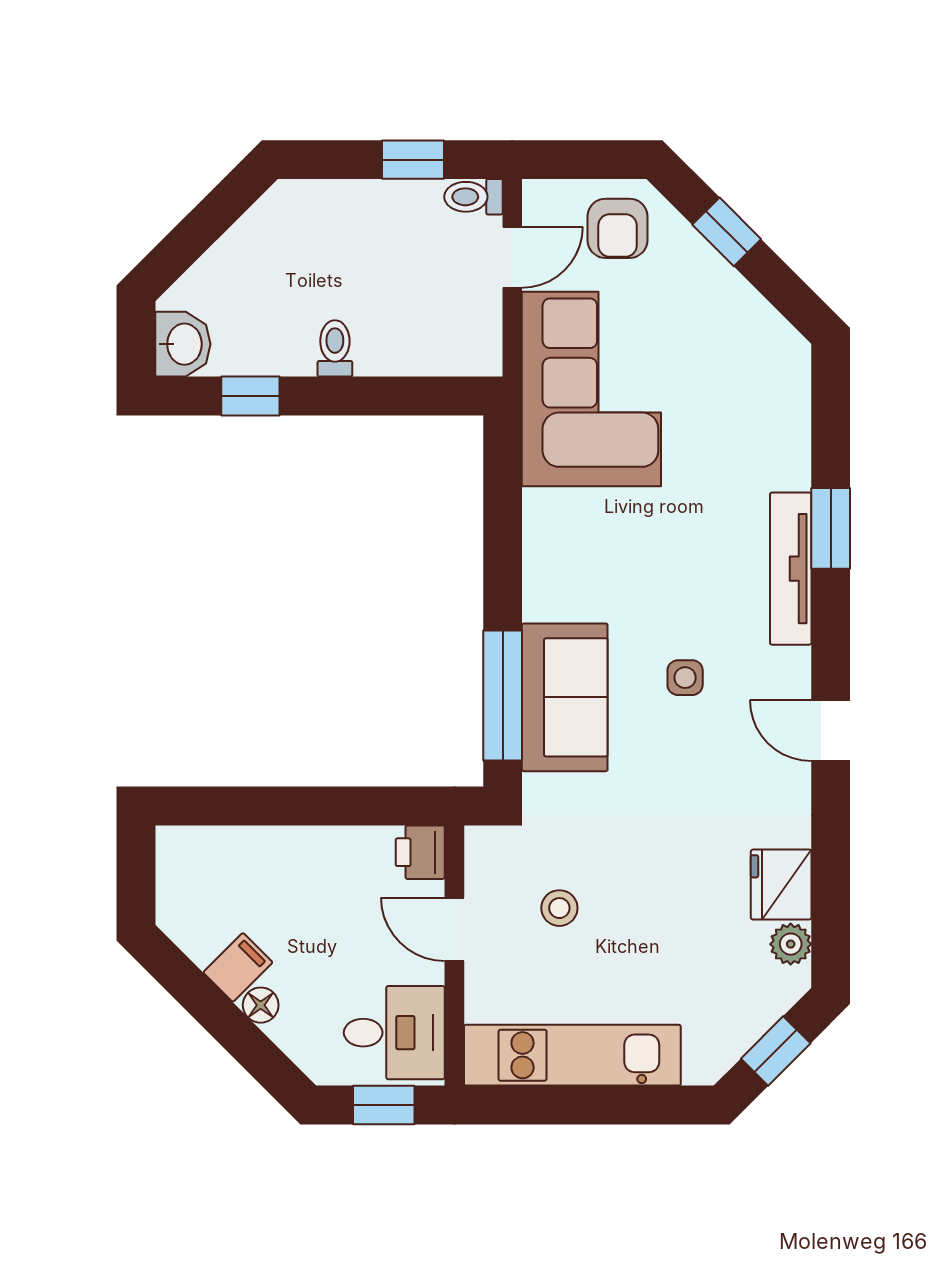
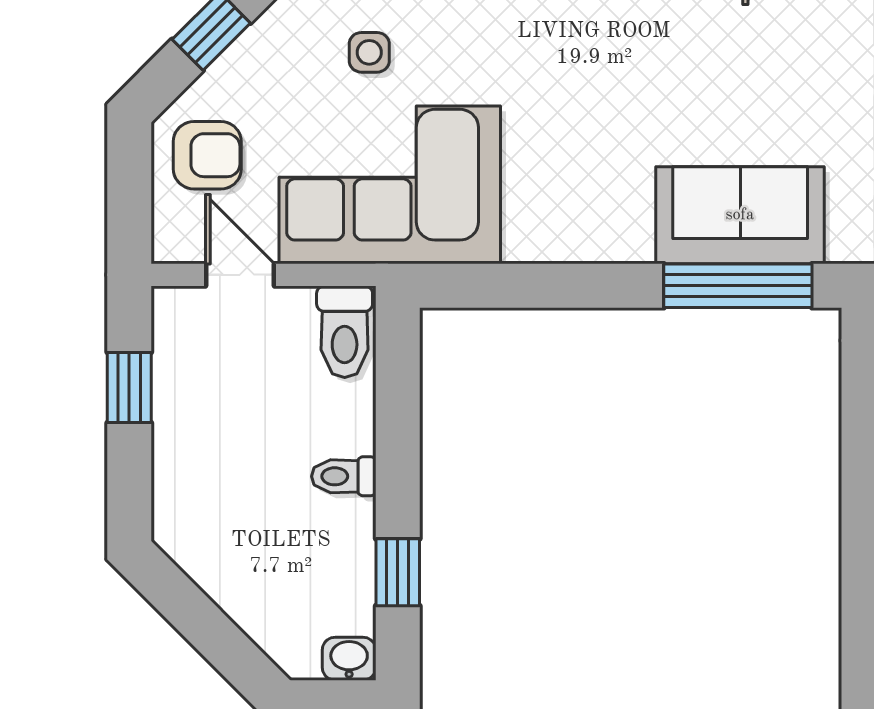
toilet: (473, 197) -> (345, 332), moved, width x1.37, depth x1.39
washbasin: (183, 344) -> (349, 659), width x0.72, depth x0.69
side table: (685, 678) -> (369, 52), moved

